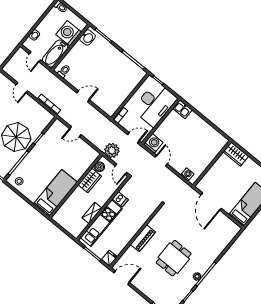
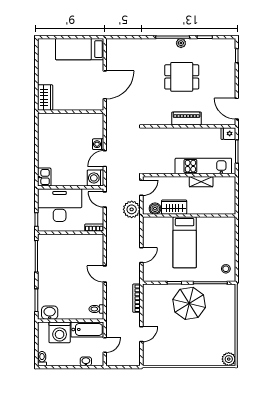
door: (75, 132) -> (141, 255), hinge flipped
washing machine: (187, 174) -> (98, 144), moved
bed: (55, 193) -> (185, 242), moved, turned -90
dishwasher: (120, 199) -> (169, 167), removed

